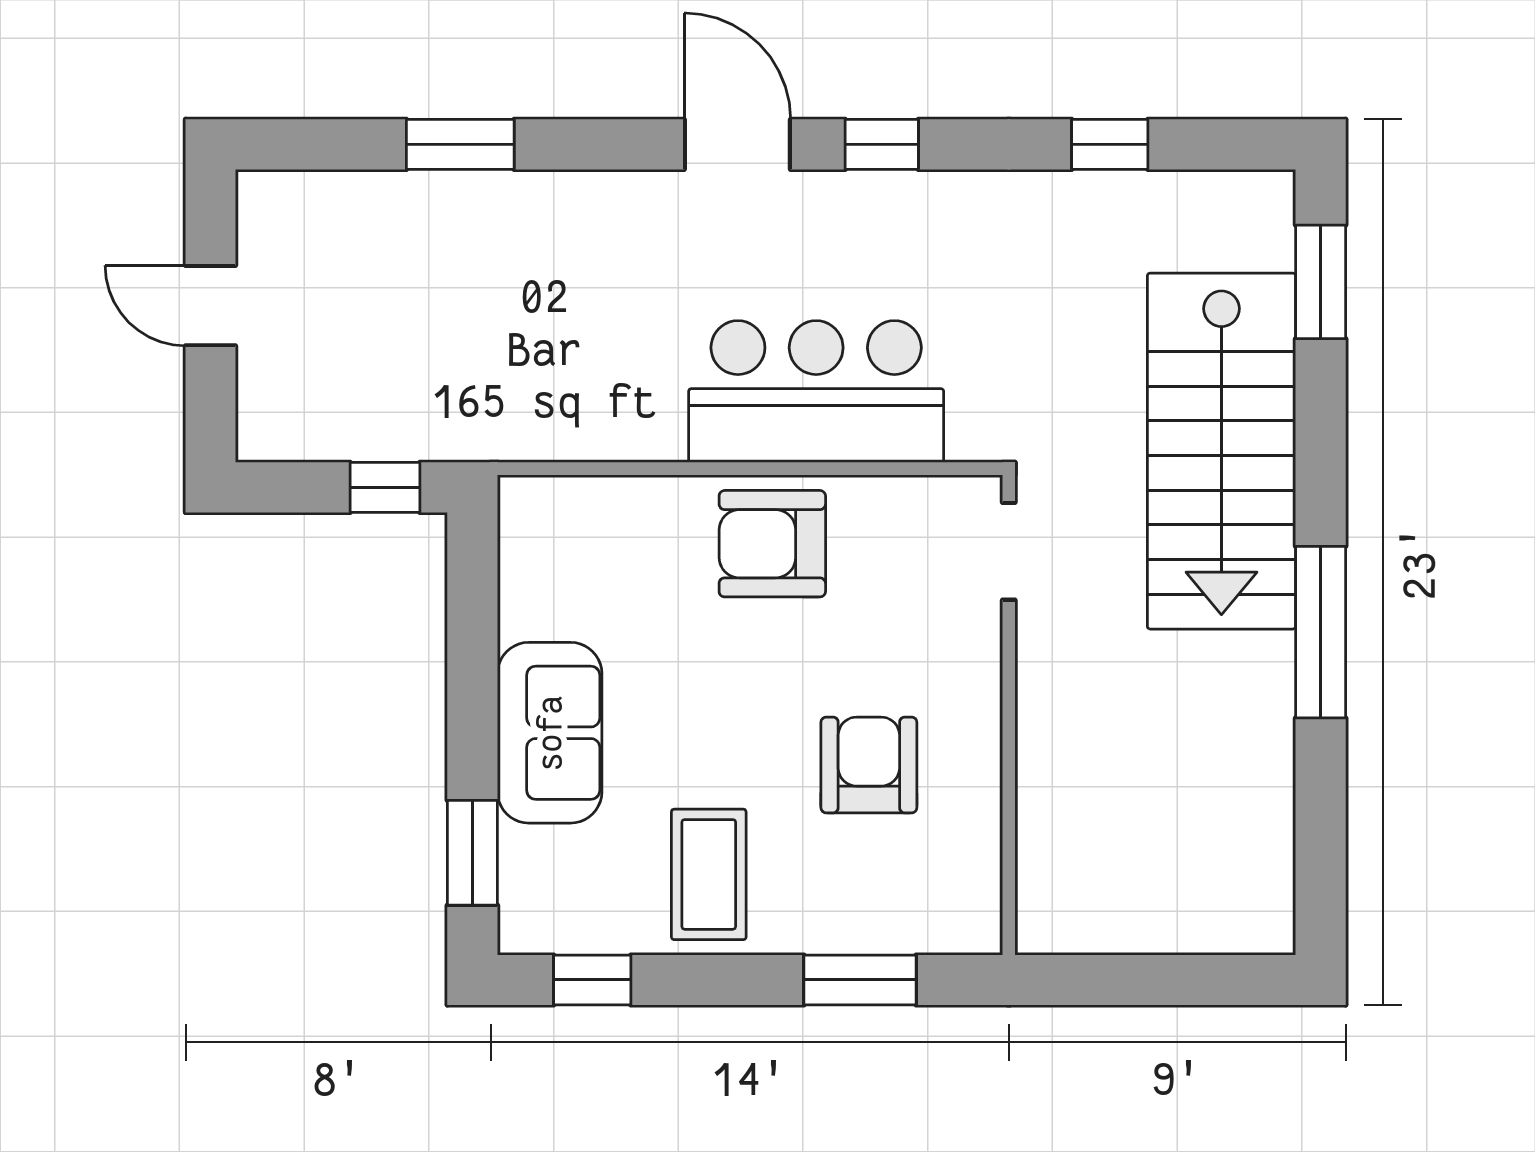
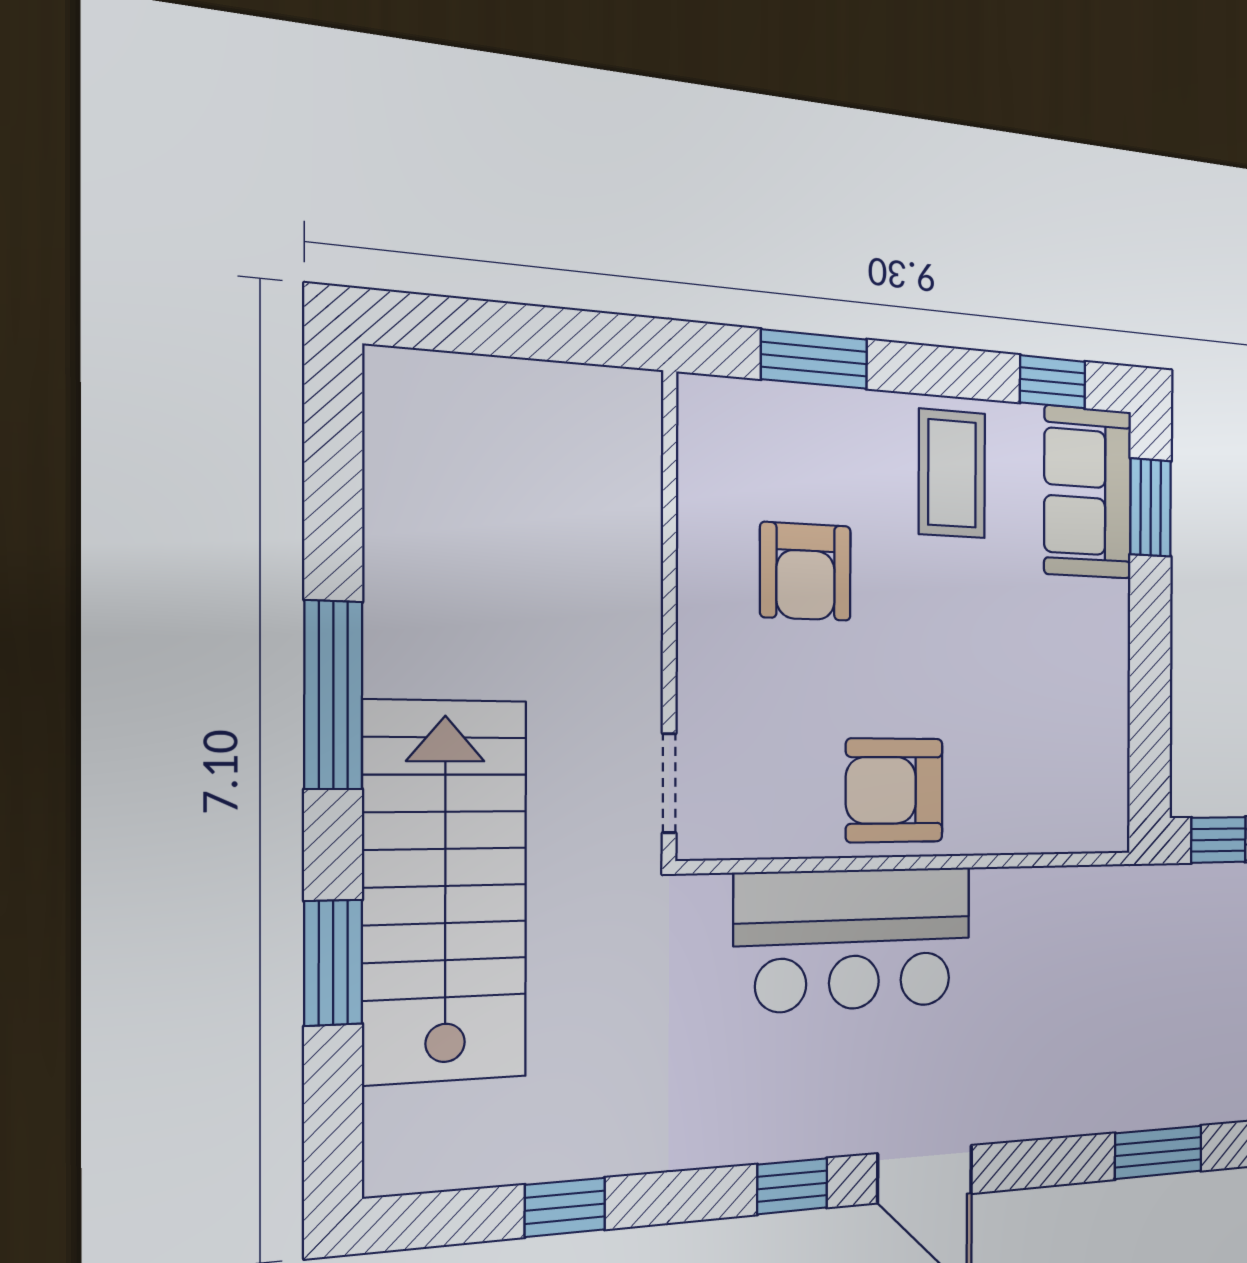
window: (1321, 282) -> (333, 963), moved
armchair: (772, 544) -> (894, 790), turned 180
sofa: (550, 733) -> (1088, 492), moved

